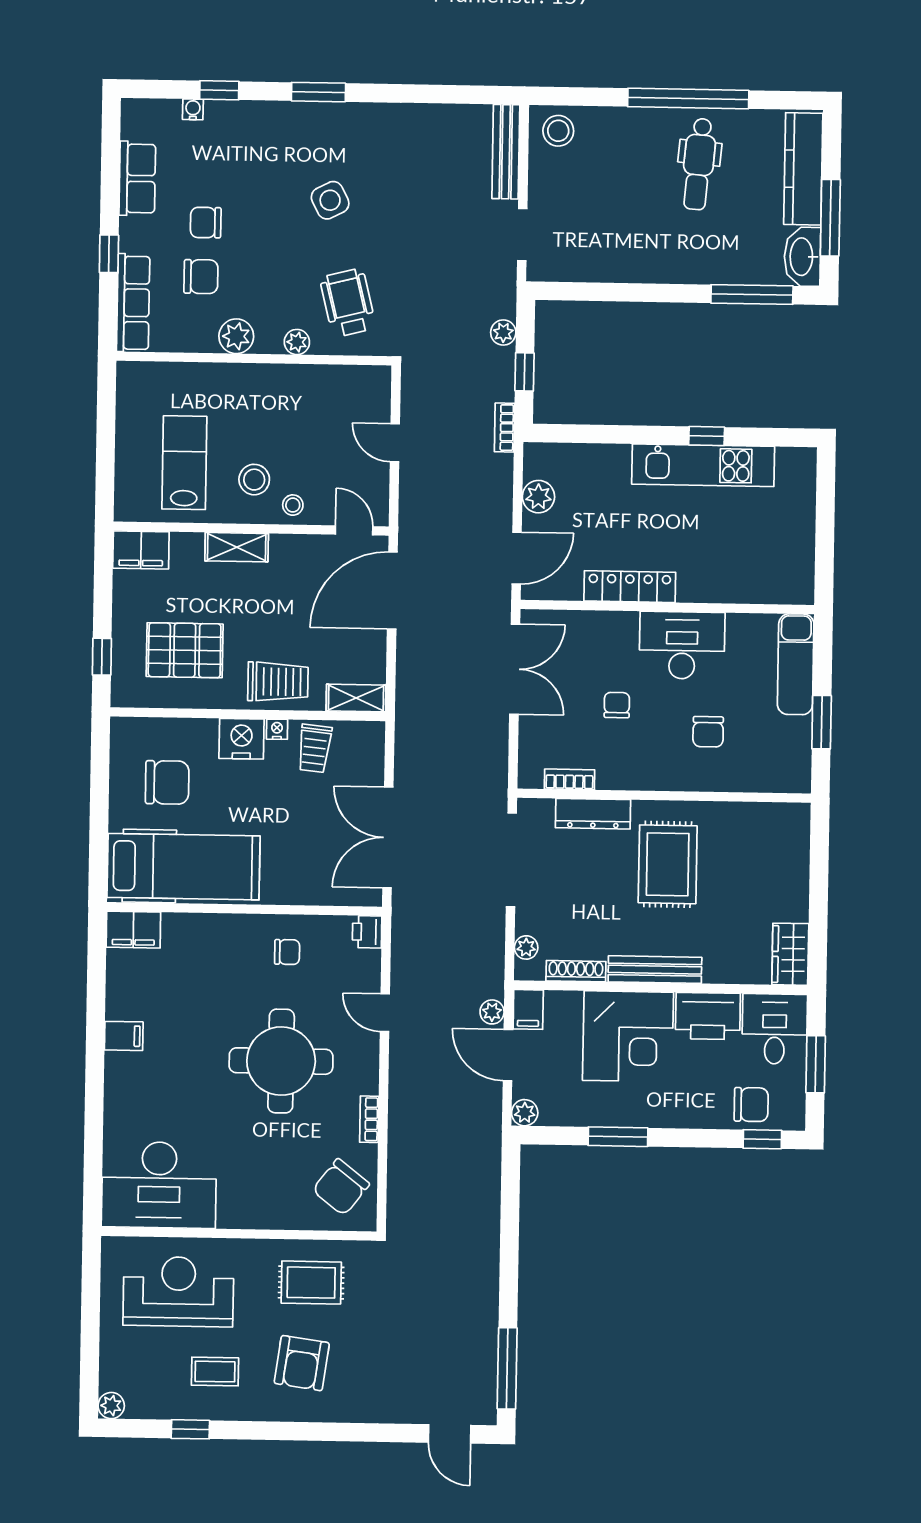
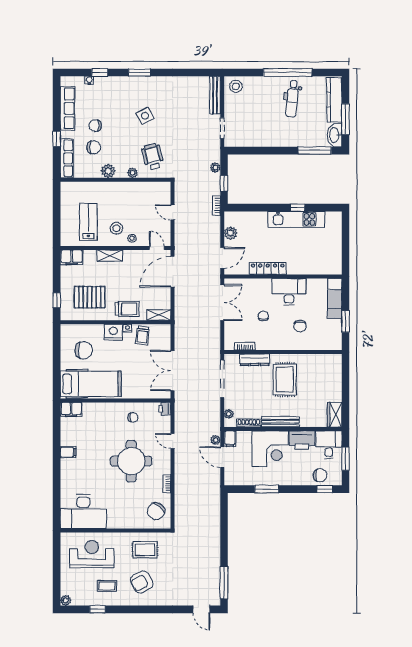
row of seats: (137, 178) -> (67, 108), width x1.48
plant: (525, 1113) -> (229, 480), removed
armchair: (302, 1363) -> (142, 582), turned 55

